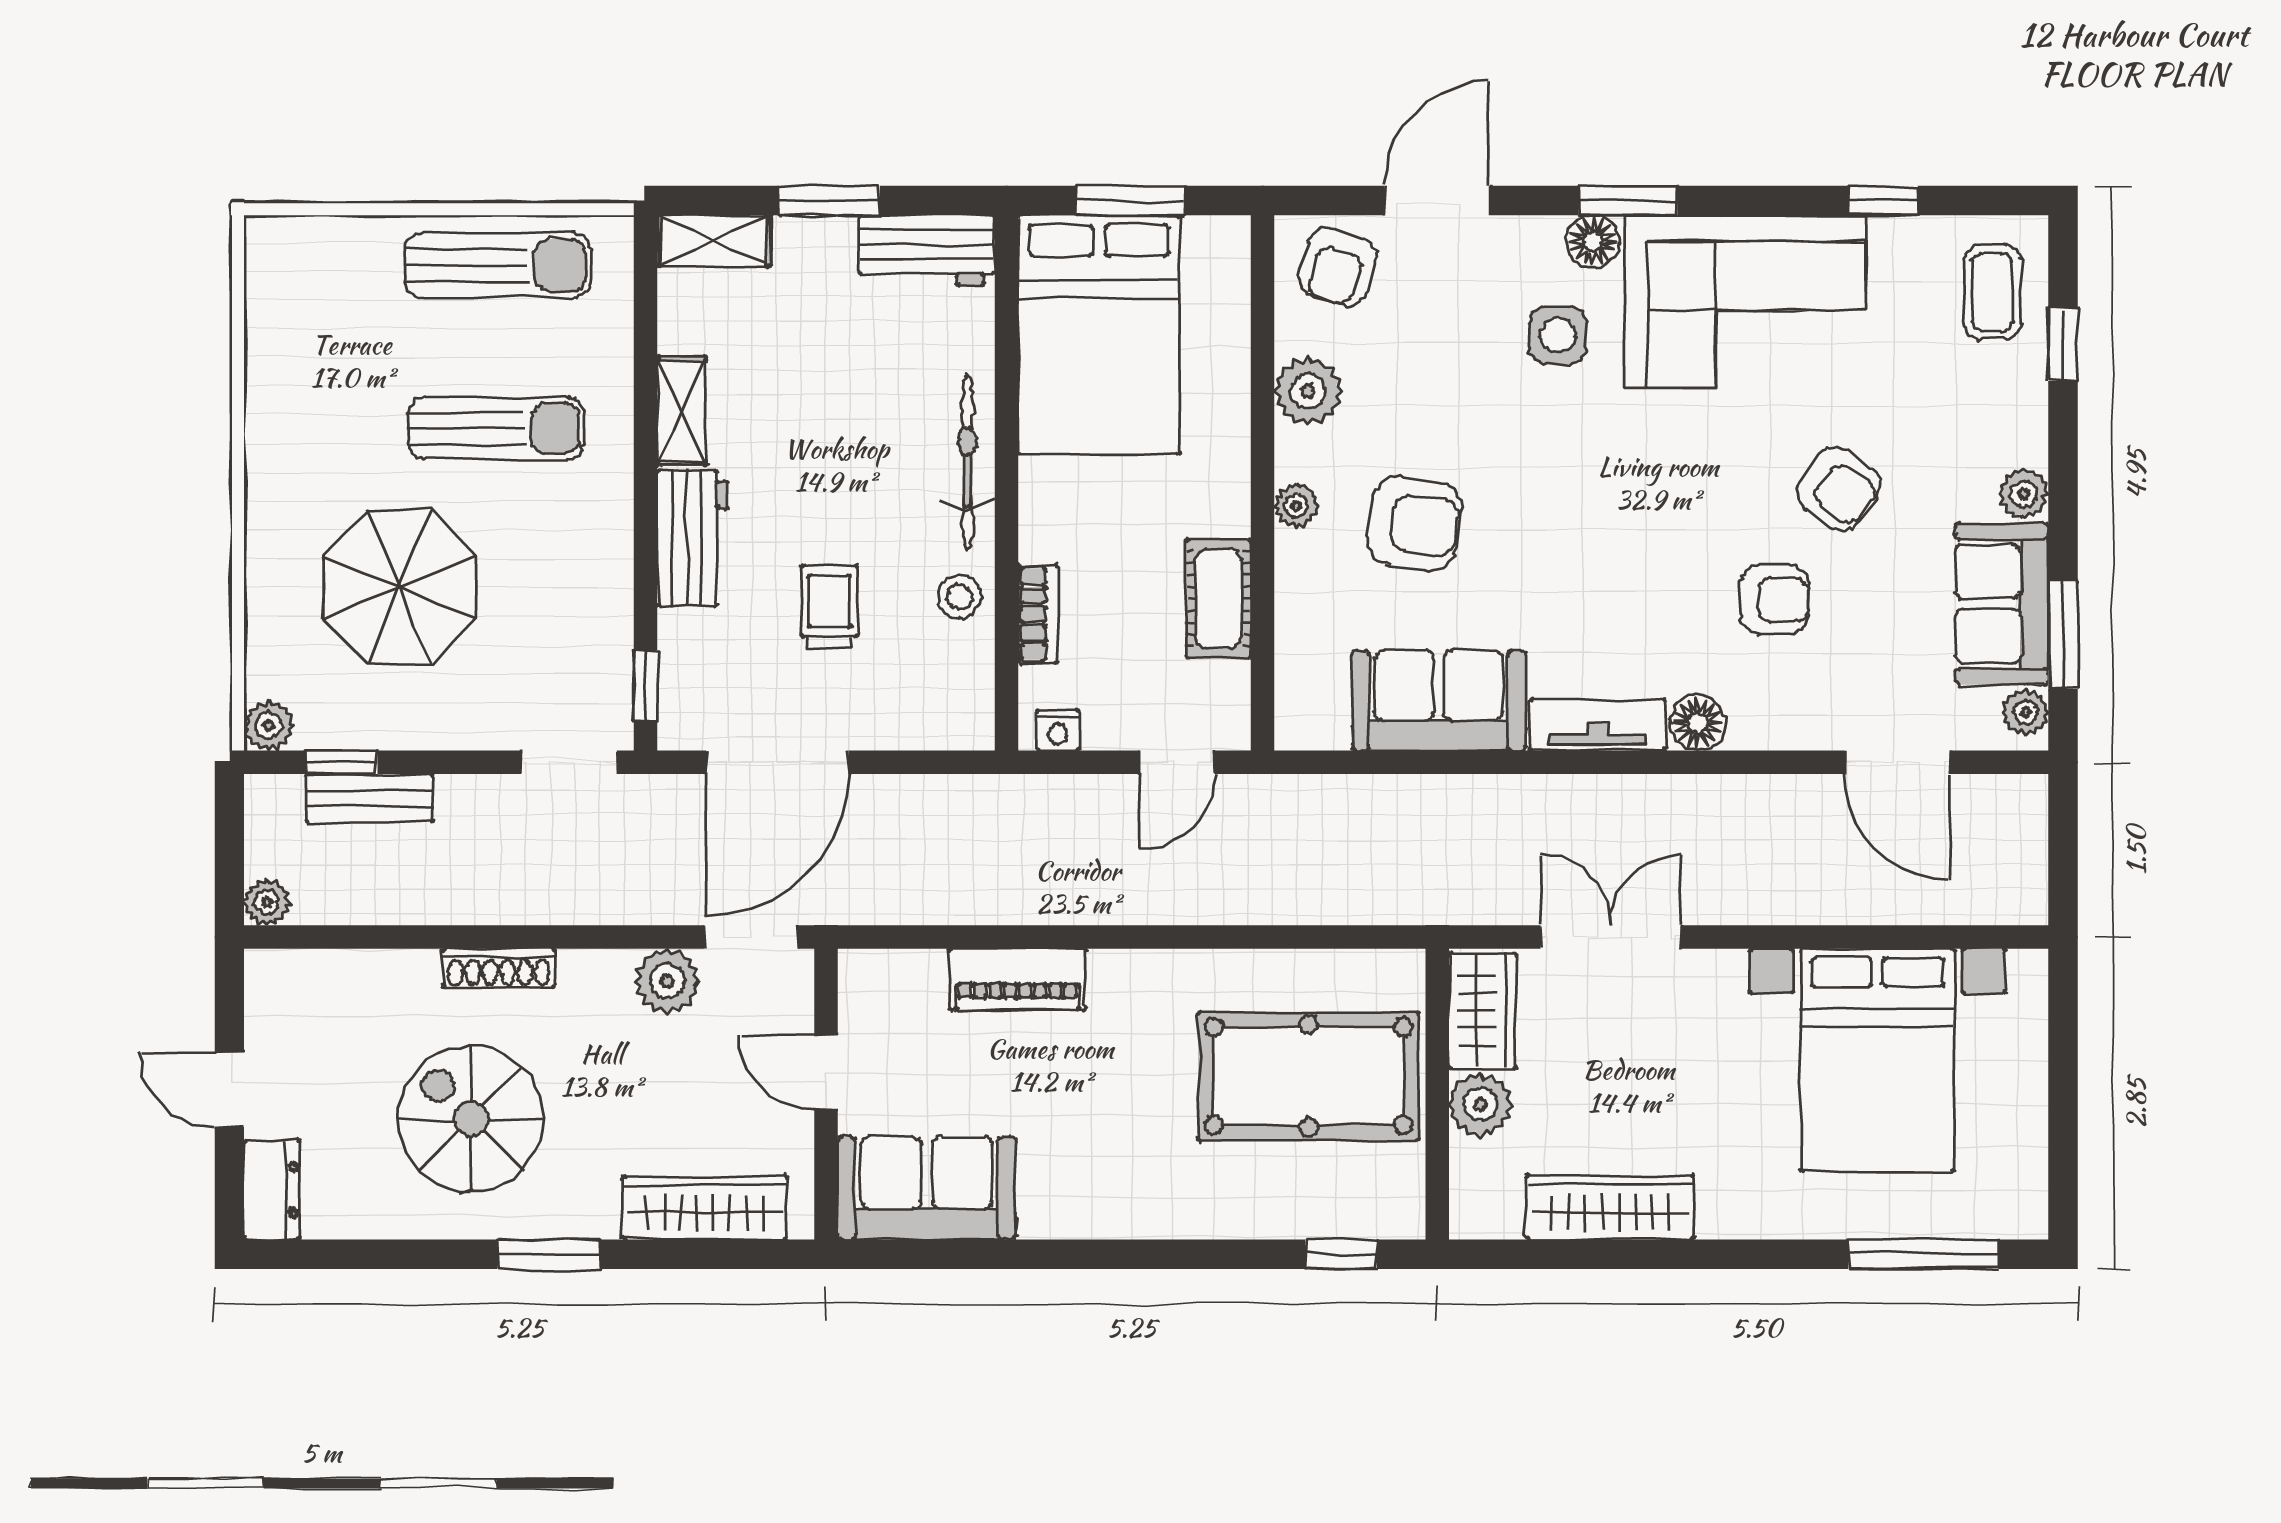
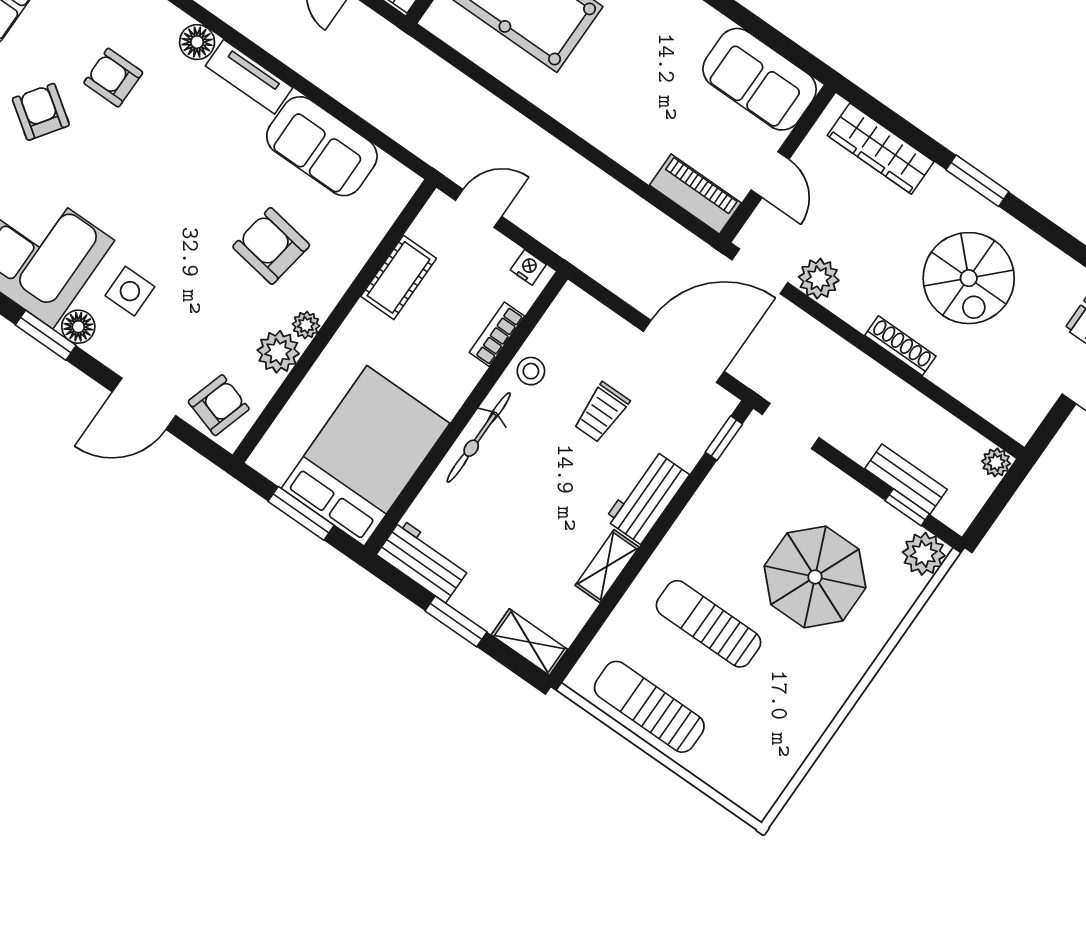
plant: (1296, 506) -> (306, 325), moved
plant: (269, 726) -> (924, 554), width x1.38, depth x1.38
piano: (1018, 979) -> (695, 194), moved

